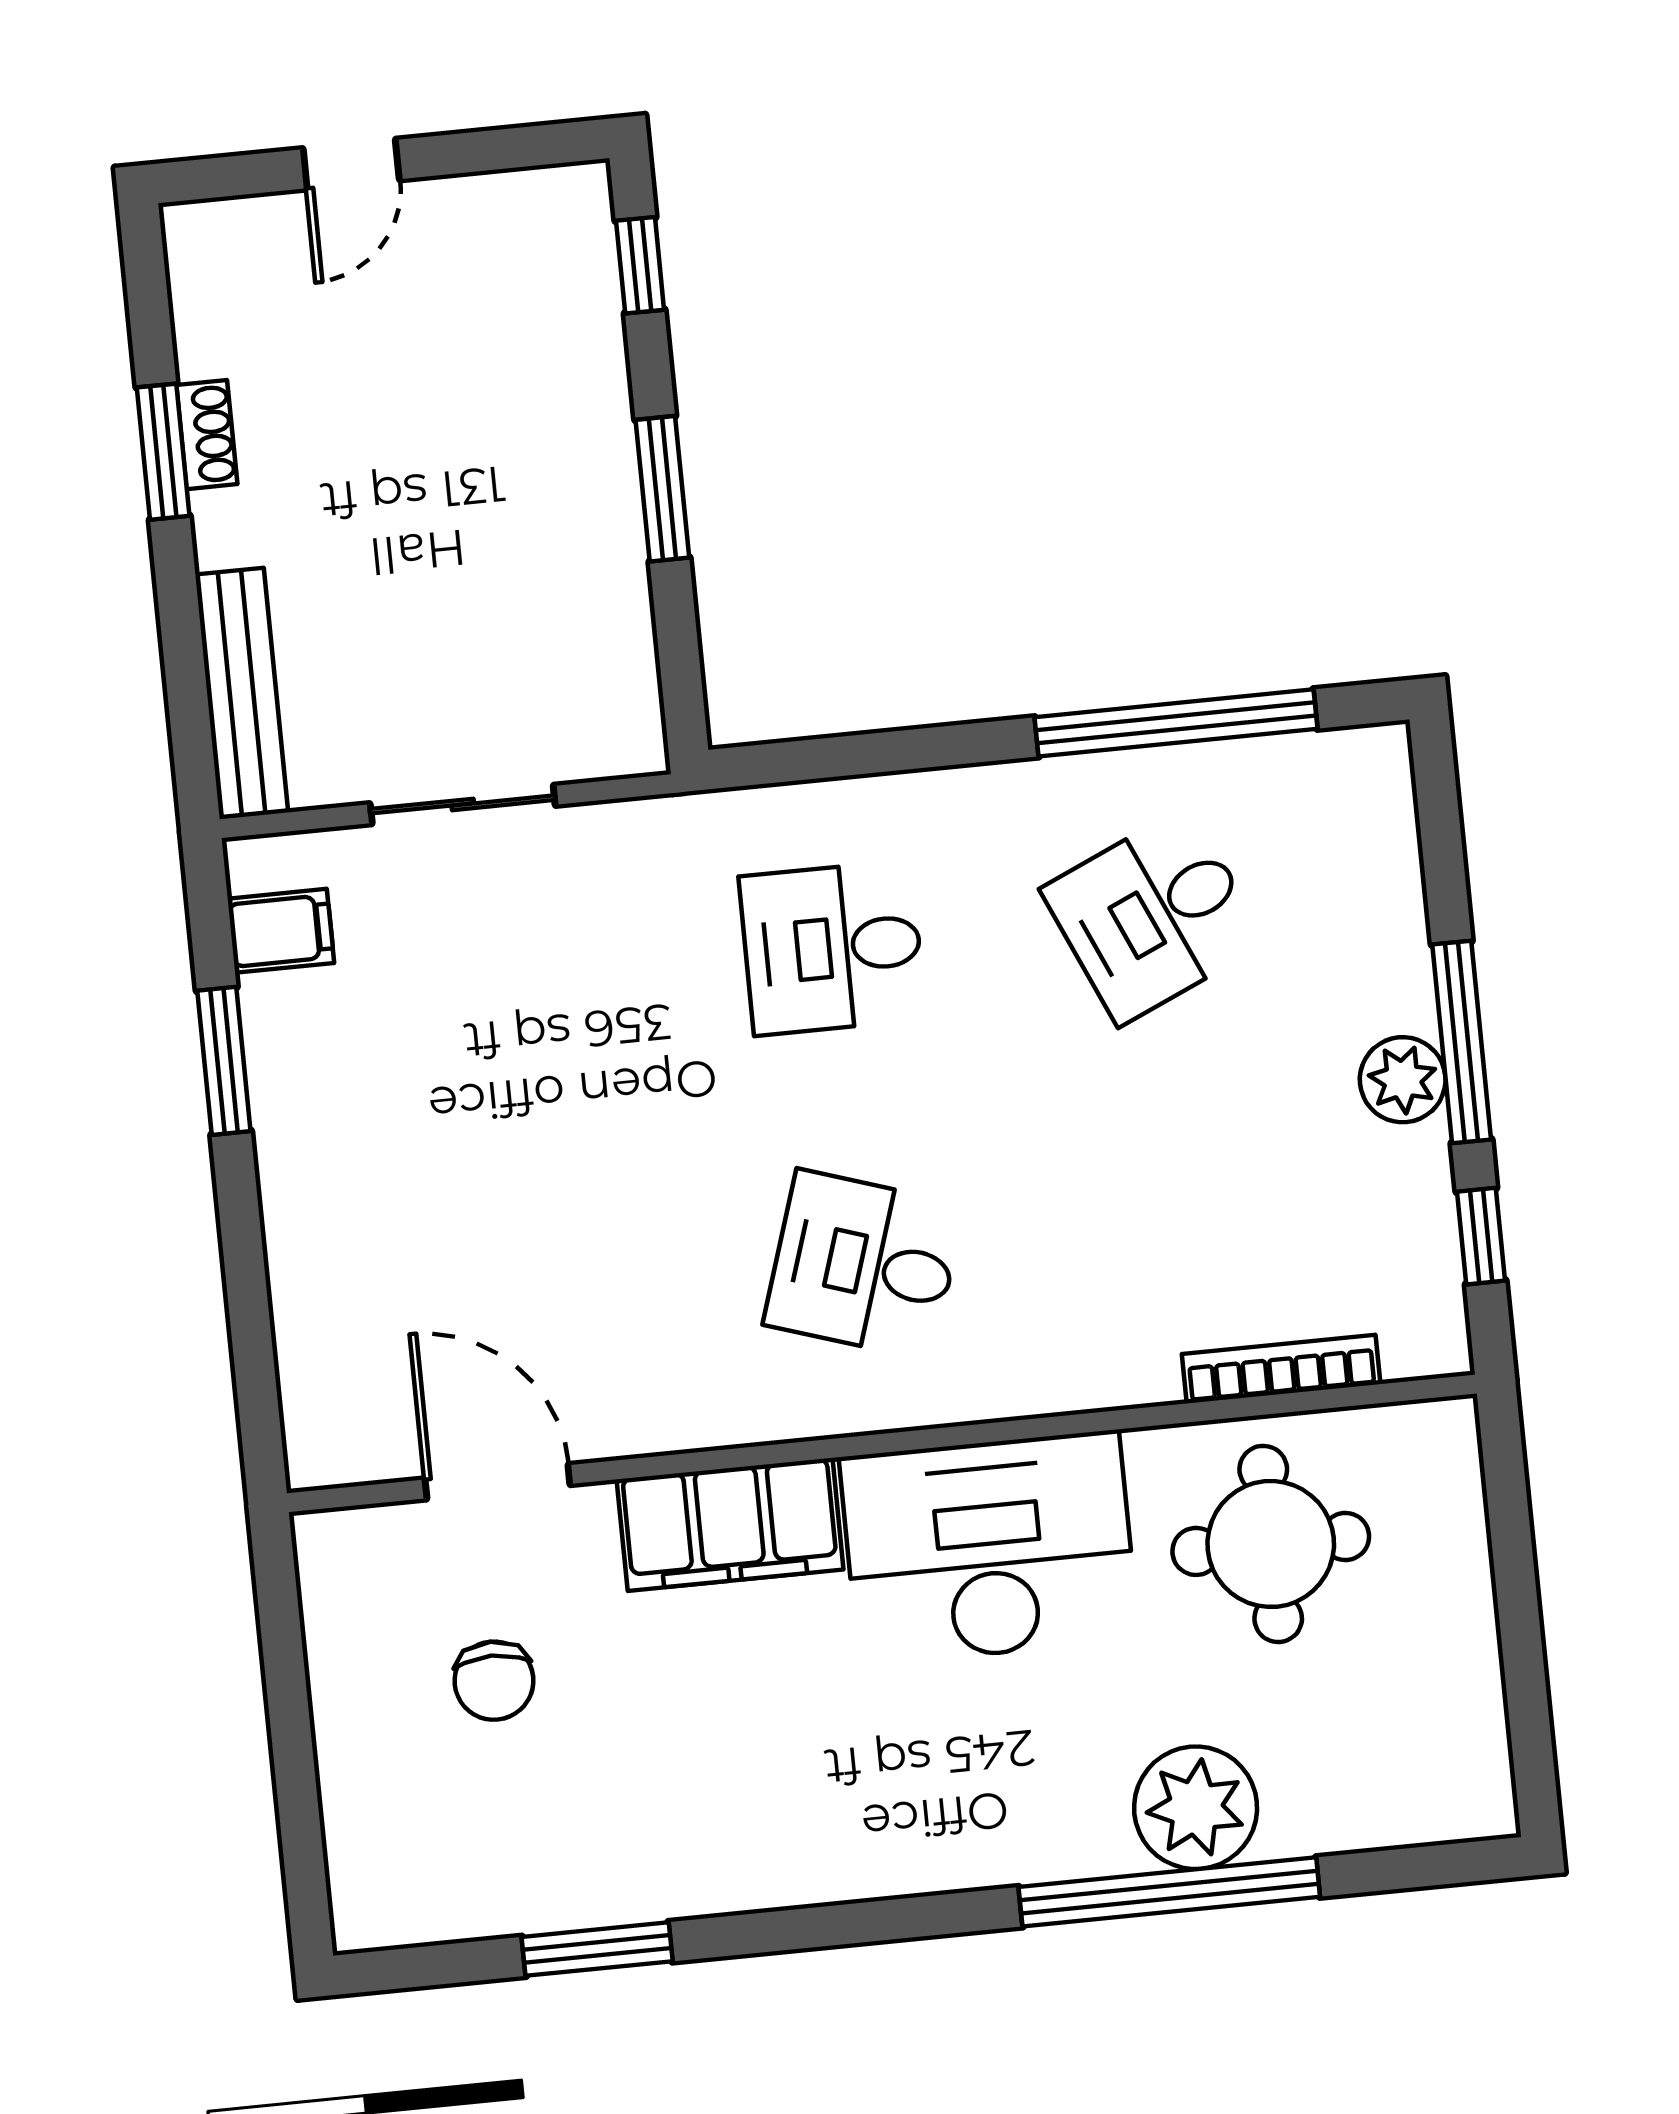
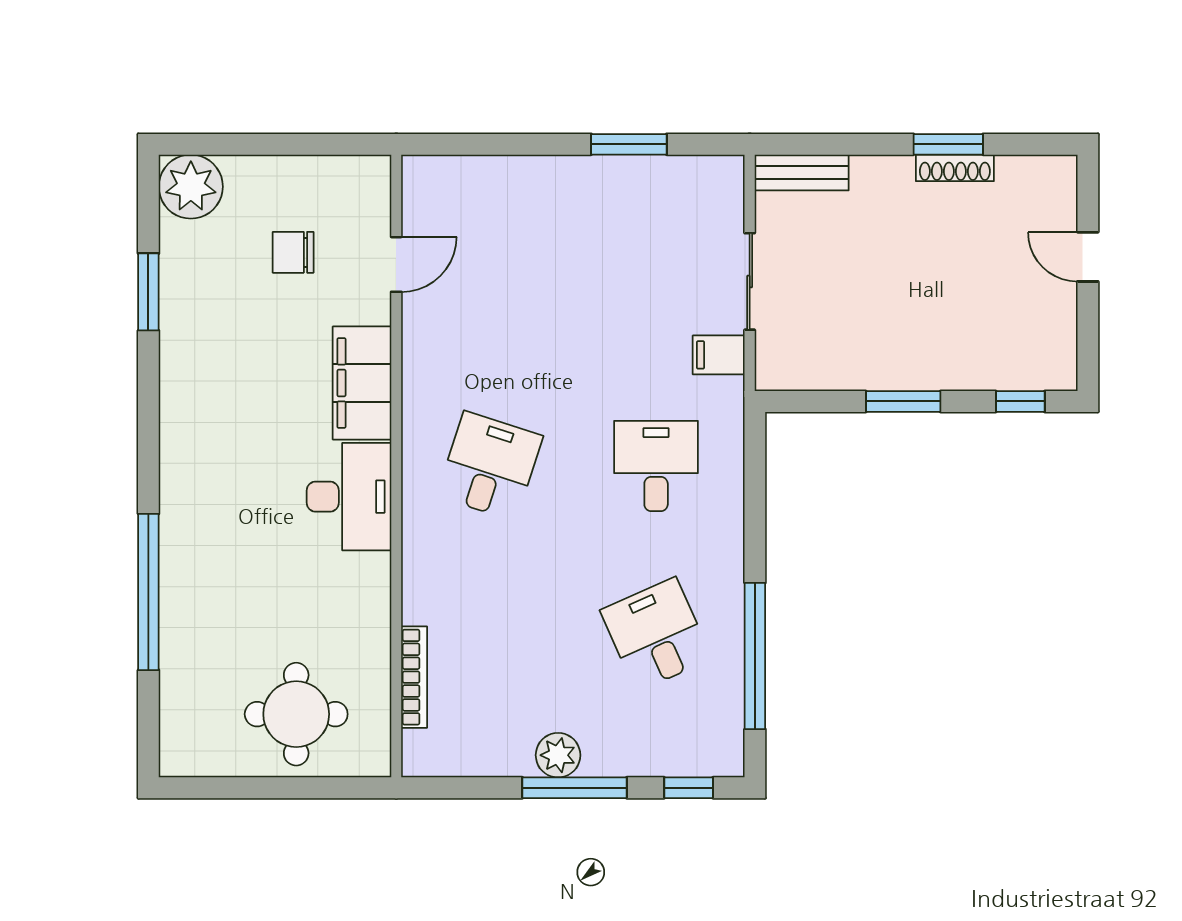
shoe rack: (207, 435) -> (955, 168), width x1.43
bench: (242, 693) -> (802, 173), width x0.73
filing cabinet: (281, 931) -> (719, 355), moved, turned 90
window: (1481, 1236) -> (689, 788), moved
door: (497, 1482) -> (396, 264), width x0.73
round table: (1271, 1544) -> (296, 714), moved
desk: (989, 1548) -> (349, 497), width x0.73, depth x0.77
plant: (1196, 1808) -> (191, 187), moved

